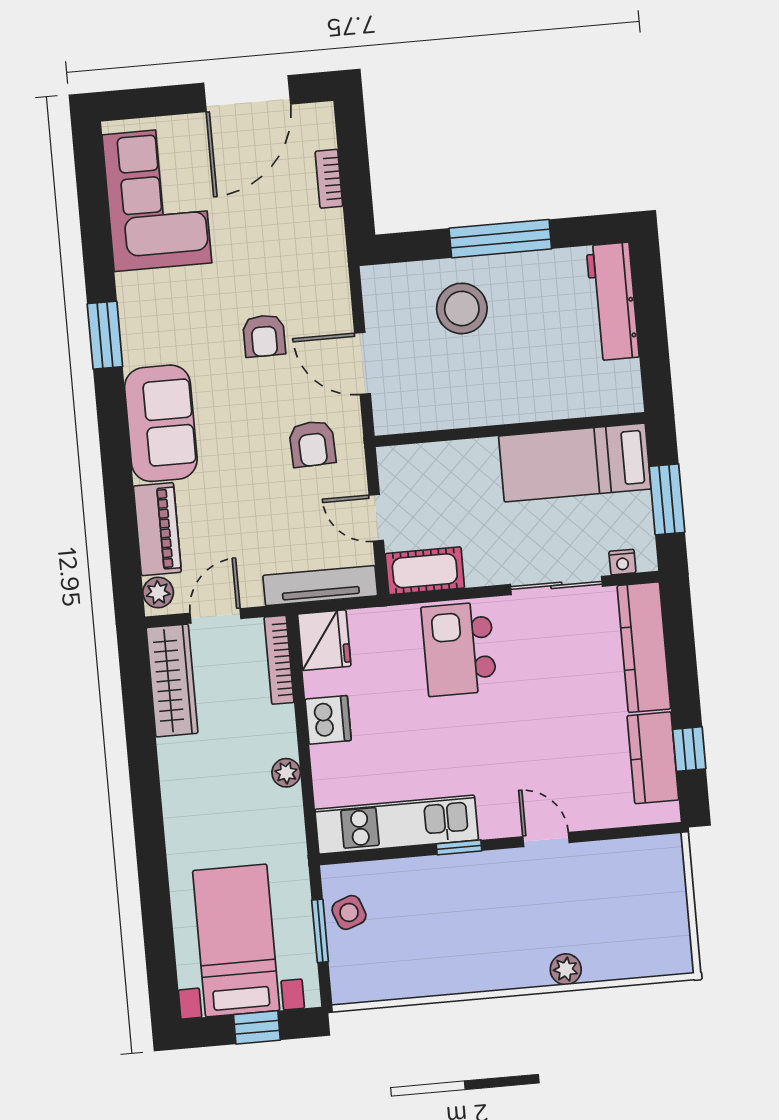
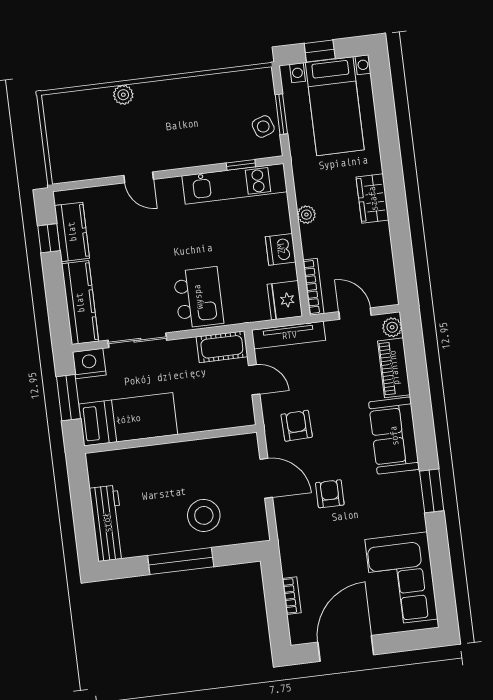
nightstand: (622, 562) -> (89, 363), width x1.89, depth x1.79
door: (215, 616) -> (355, 314), swing flipped
wardrobe: (172, 680) -> (373, 199), moved, width x0.67
window: (459, 847) -> (241, 165), moved

